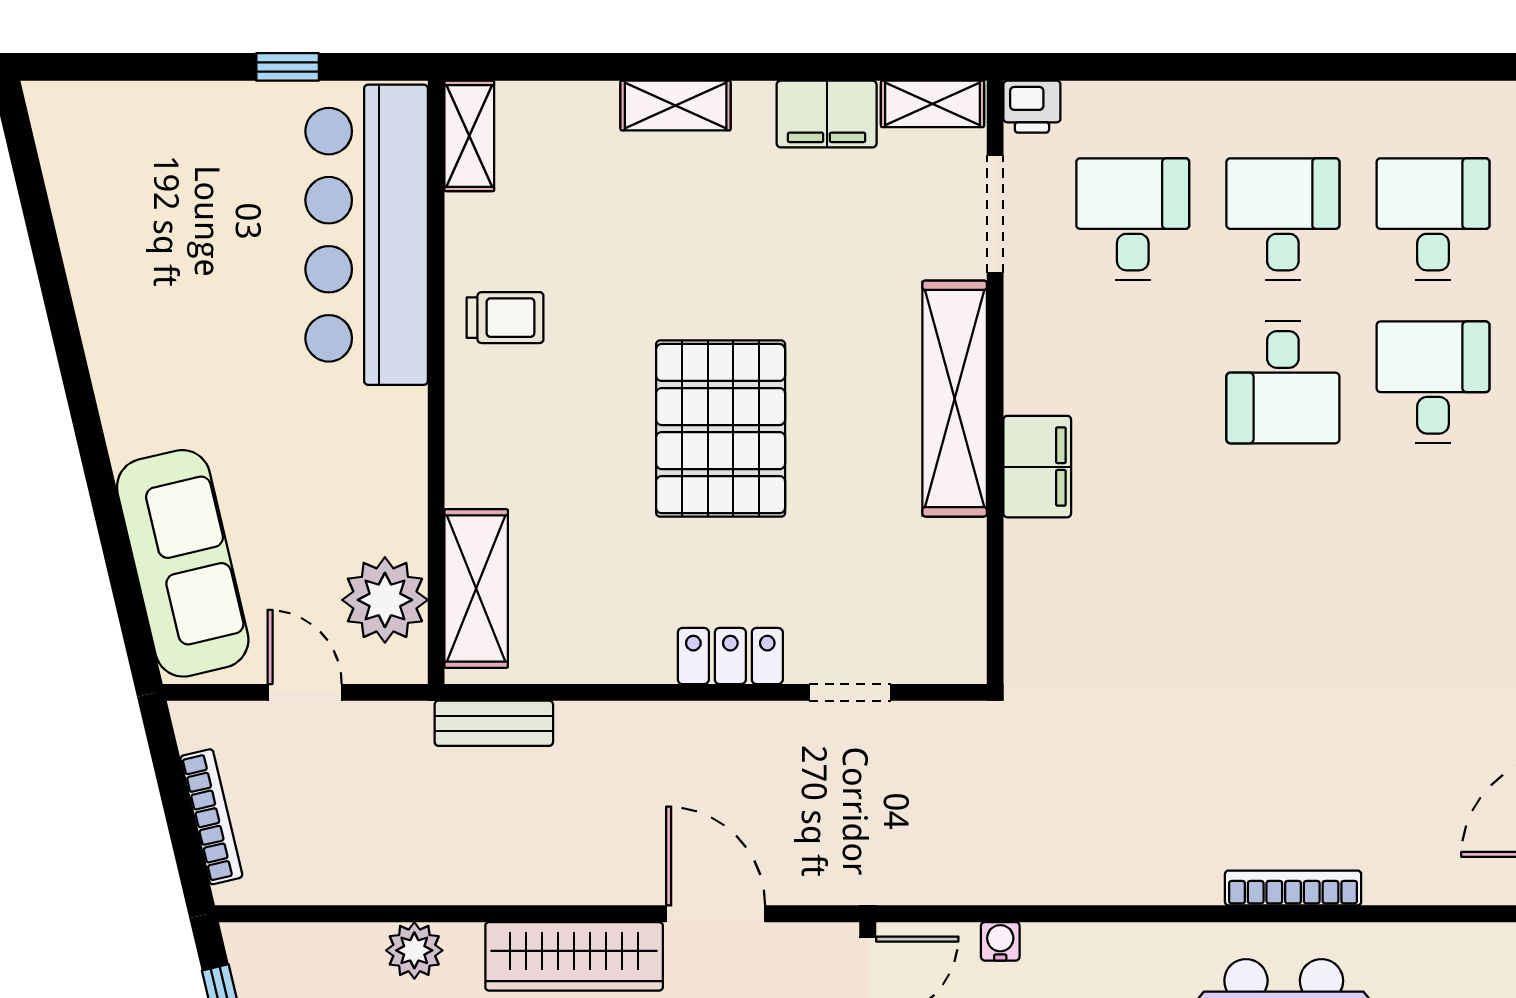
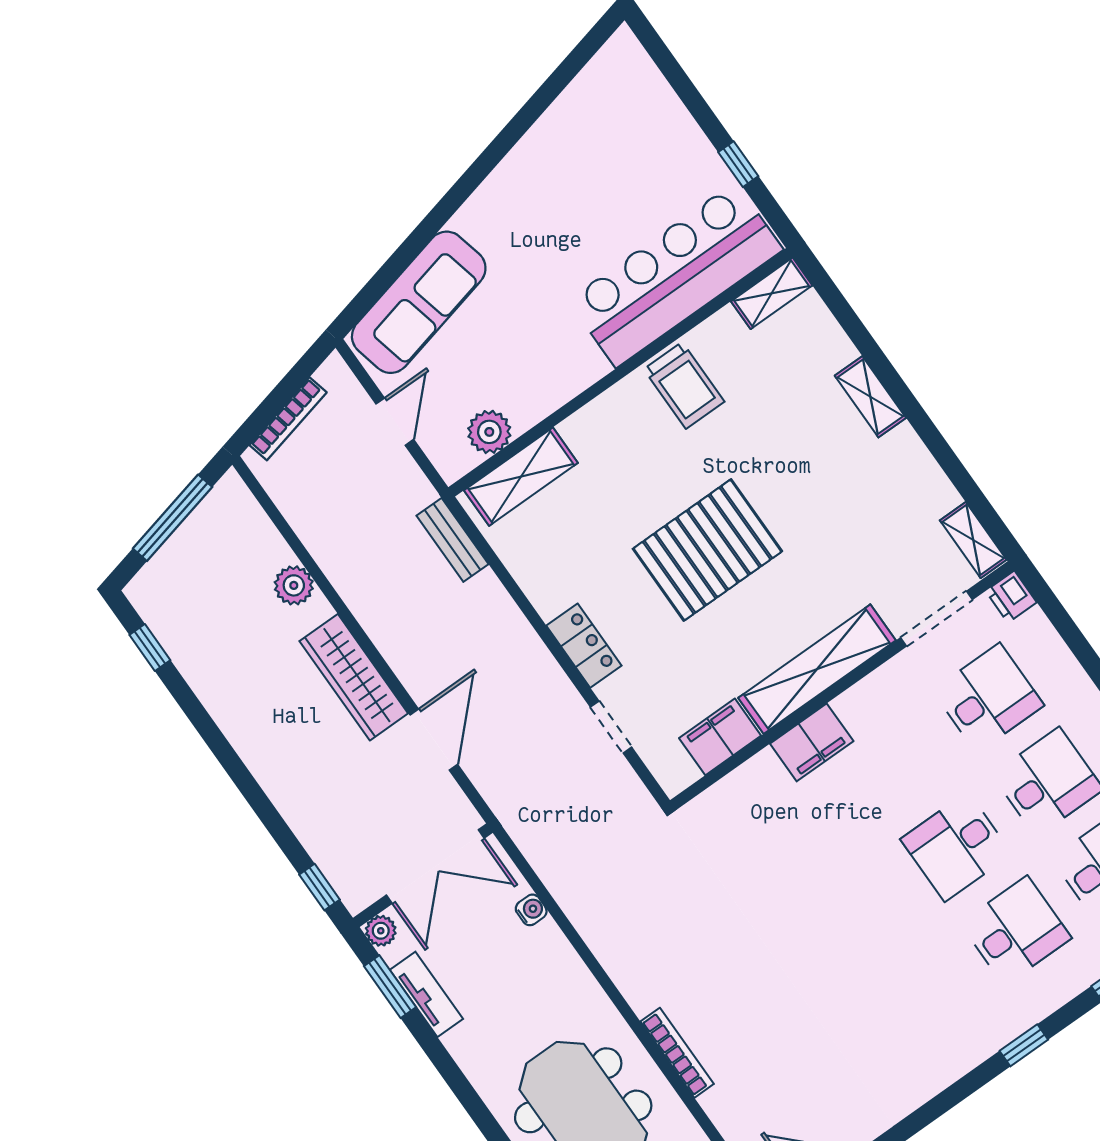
filing cabinet: (827, 114) -> (720, 737), moved, turned 90
trolley: (505, 318) -> (684, 385), width x1.36, depth x1.39
plant: (385, 600) -> (489, 432), width x0.73, depth x0.73

